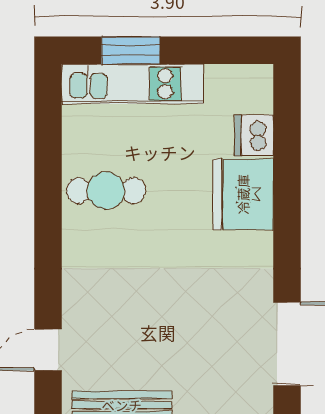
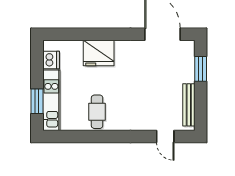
dishwasher: (254, 136) -> (51, 60), moved, turned -90

